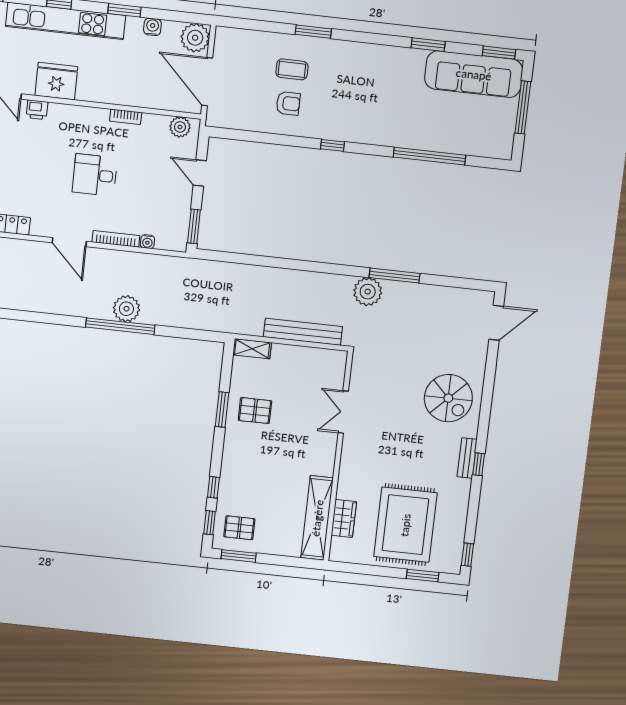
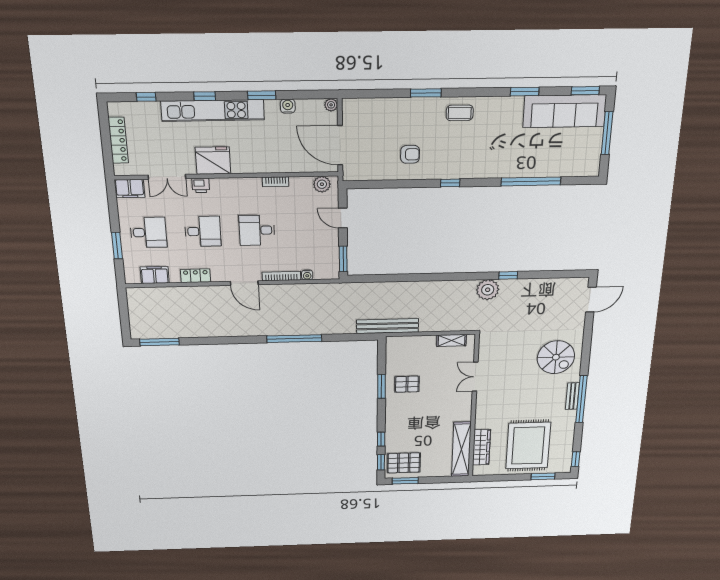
plant: (195, 38) -> (331, 105), width x0.53, depth x0.53
coffee table: (292, 69) -> (460, 113), moved
desk: (30, 168) -> (203, 231), added
window: (394, 275) -> (508, 275), width x0.46
plant: (126, 309) -> (297, 326), removed
bench: (303, 332) -> (388, 326), moved
shelving: (252, 349) -> (452, 340), moved
window: (479, 464) -> (581, 399), width x3.17
wardrobe: (344, 518) -> (481, 447), width x1.50
pallet: (239, 528) -> (404, 463), width x1.50, depth x1.42

